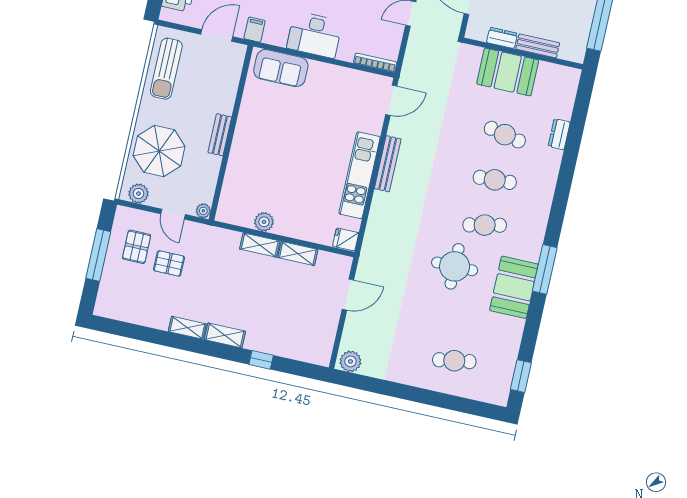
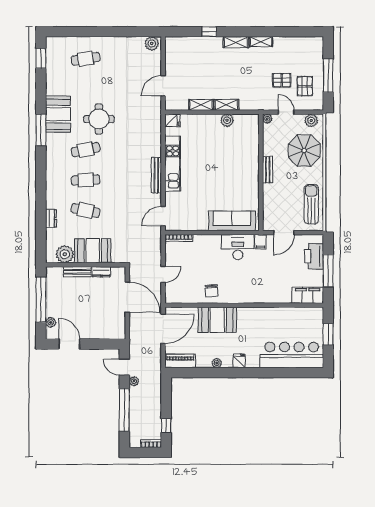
desk: (315, 35) -> (238, 247), moved
sofa: (281, 68) -> (232, 221), width x1.36
plant: (550, 76) -> (65, 254), added

